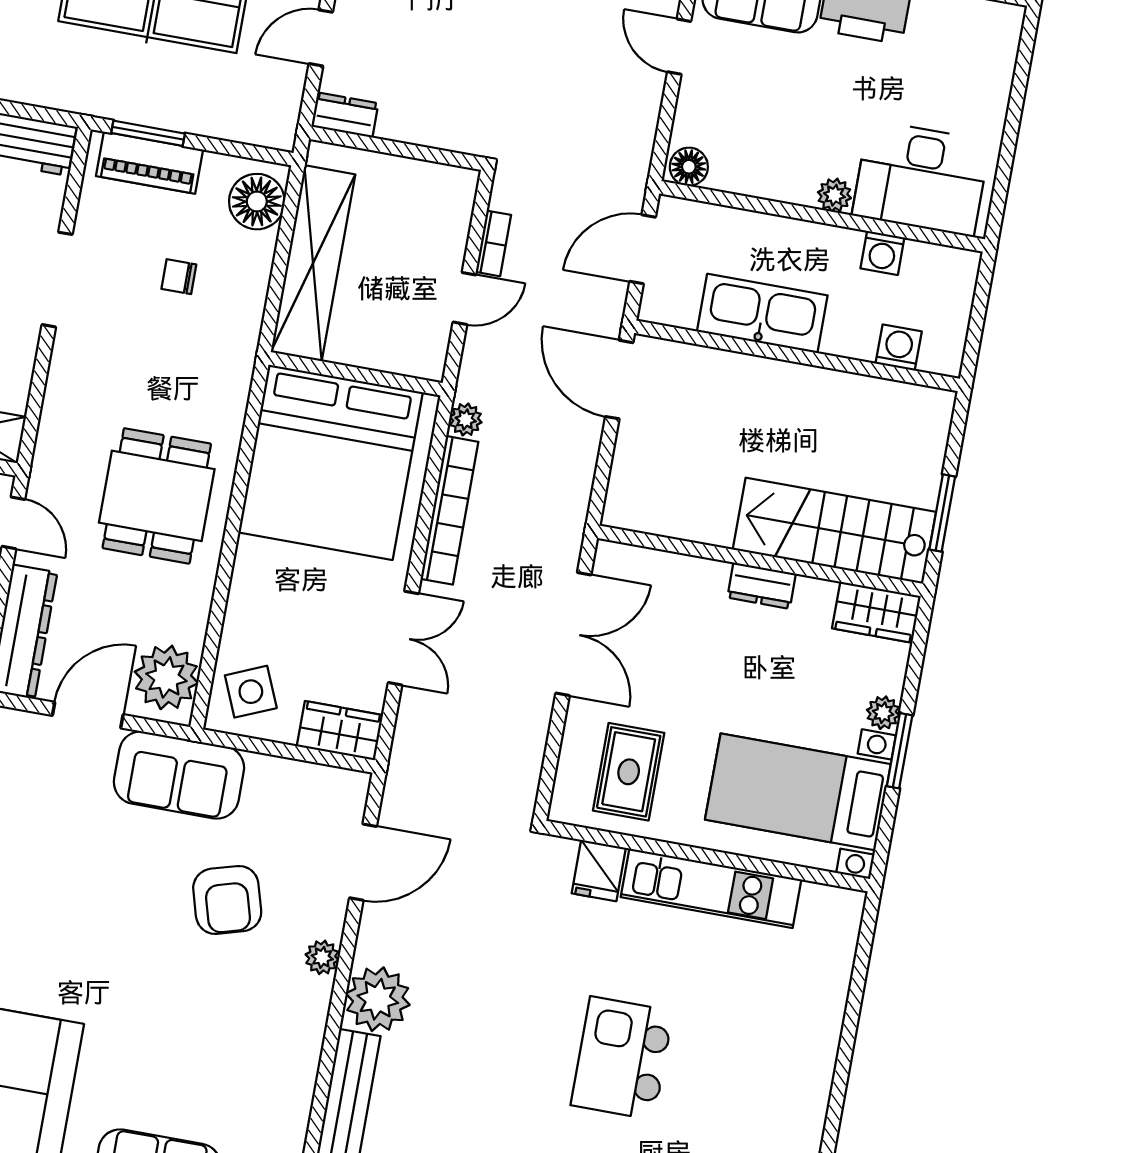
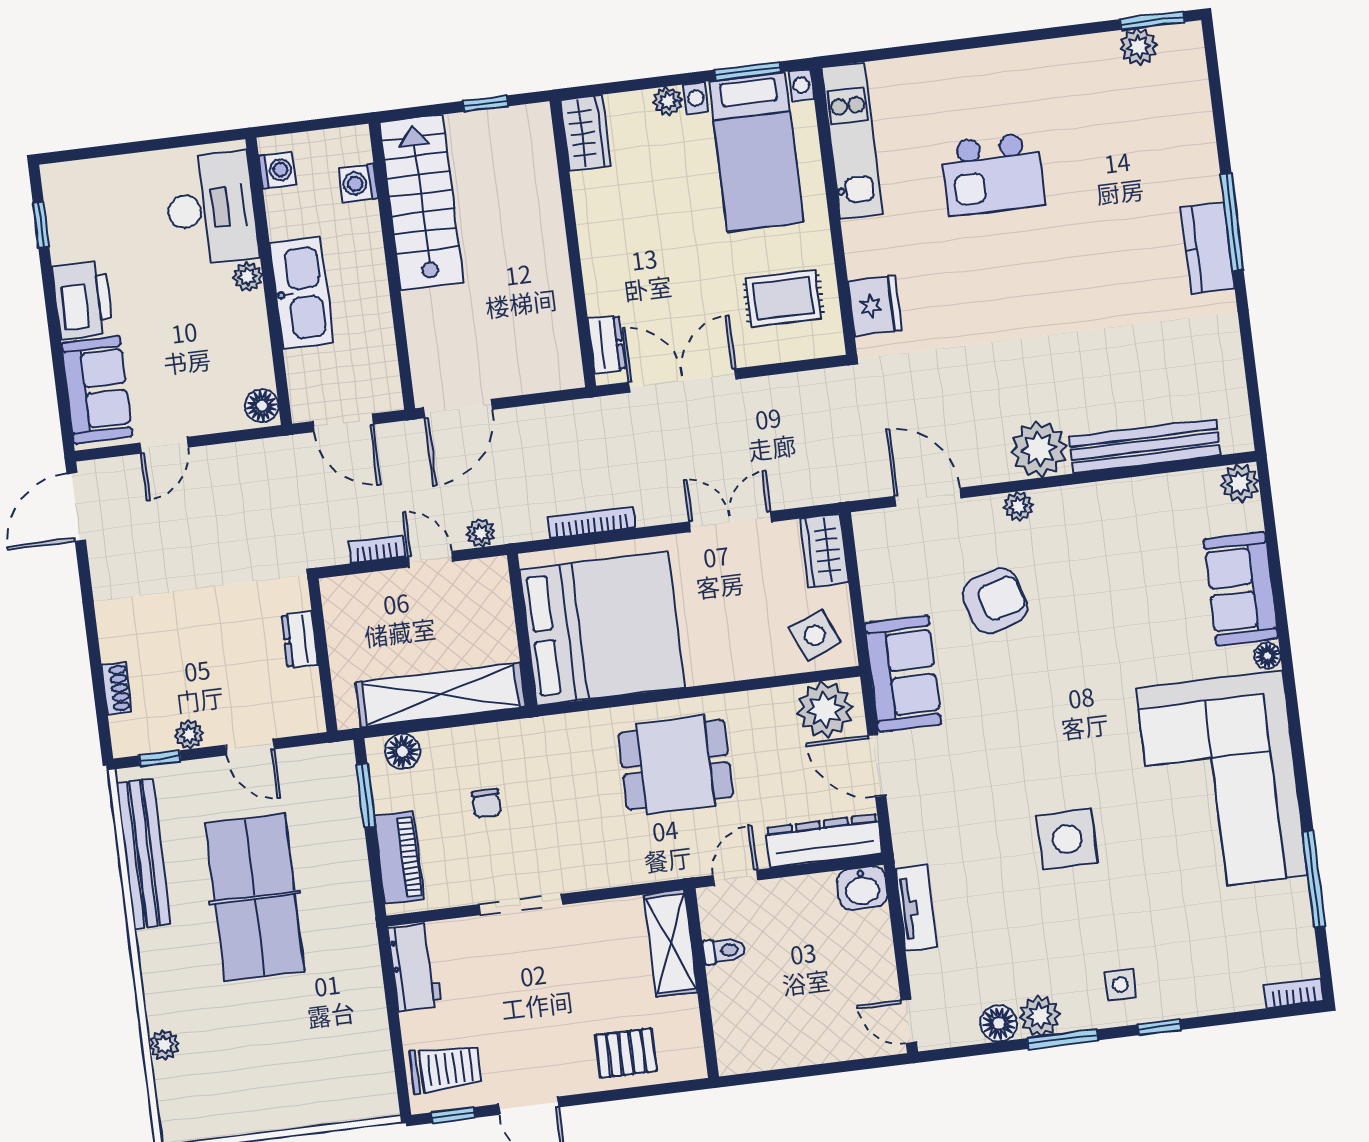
dresser: (345, 115) -> (300, 640), moved
window: (148, 133) -> (366, 796), moved
floor lamp: (257, 202) -> (403, 751), width x0.73, depth x0.73
washing machine: (882, 253) -> (277, 170), moved
kitchen sink: (762, 313) -> (302, 293), moved, turned 180
plant: (466, 420) -> (481, 533), moved
bookcase: (449, 510) -> (591, 522), width x0.68, depth x0.76
window: (942, 513) -> (485, 104), width x0.67
stairs: (834, 531) -> (422, 203), moved, turned 180
dresser: (762, 586) -> (607, 344), moved
window: (900, 751) -> (747, 71), moved
fridge: (599, 871) -> (875, 305), width x1.38
kitchen unit: (711, 888) -> (852, 141), moved
kitchen island: (622, 1058) -> (993, 174), moved

